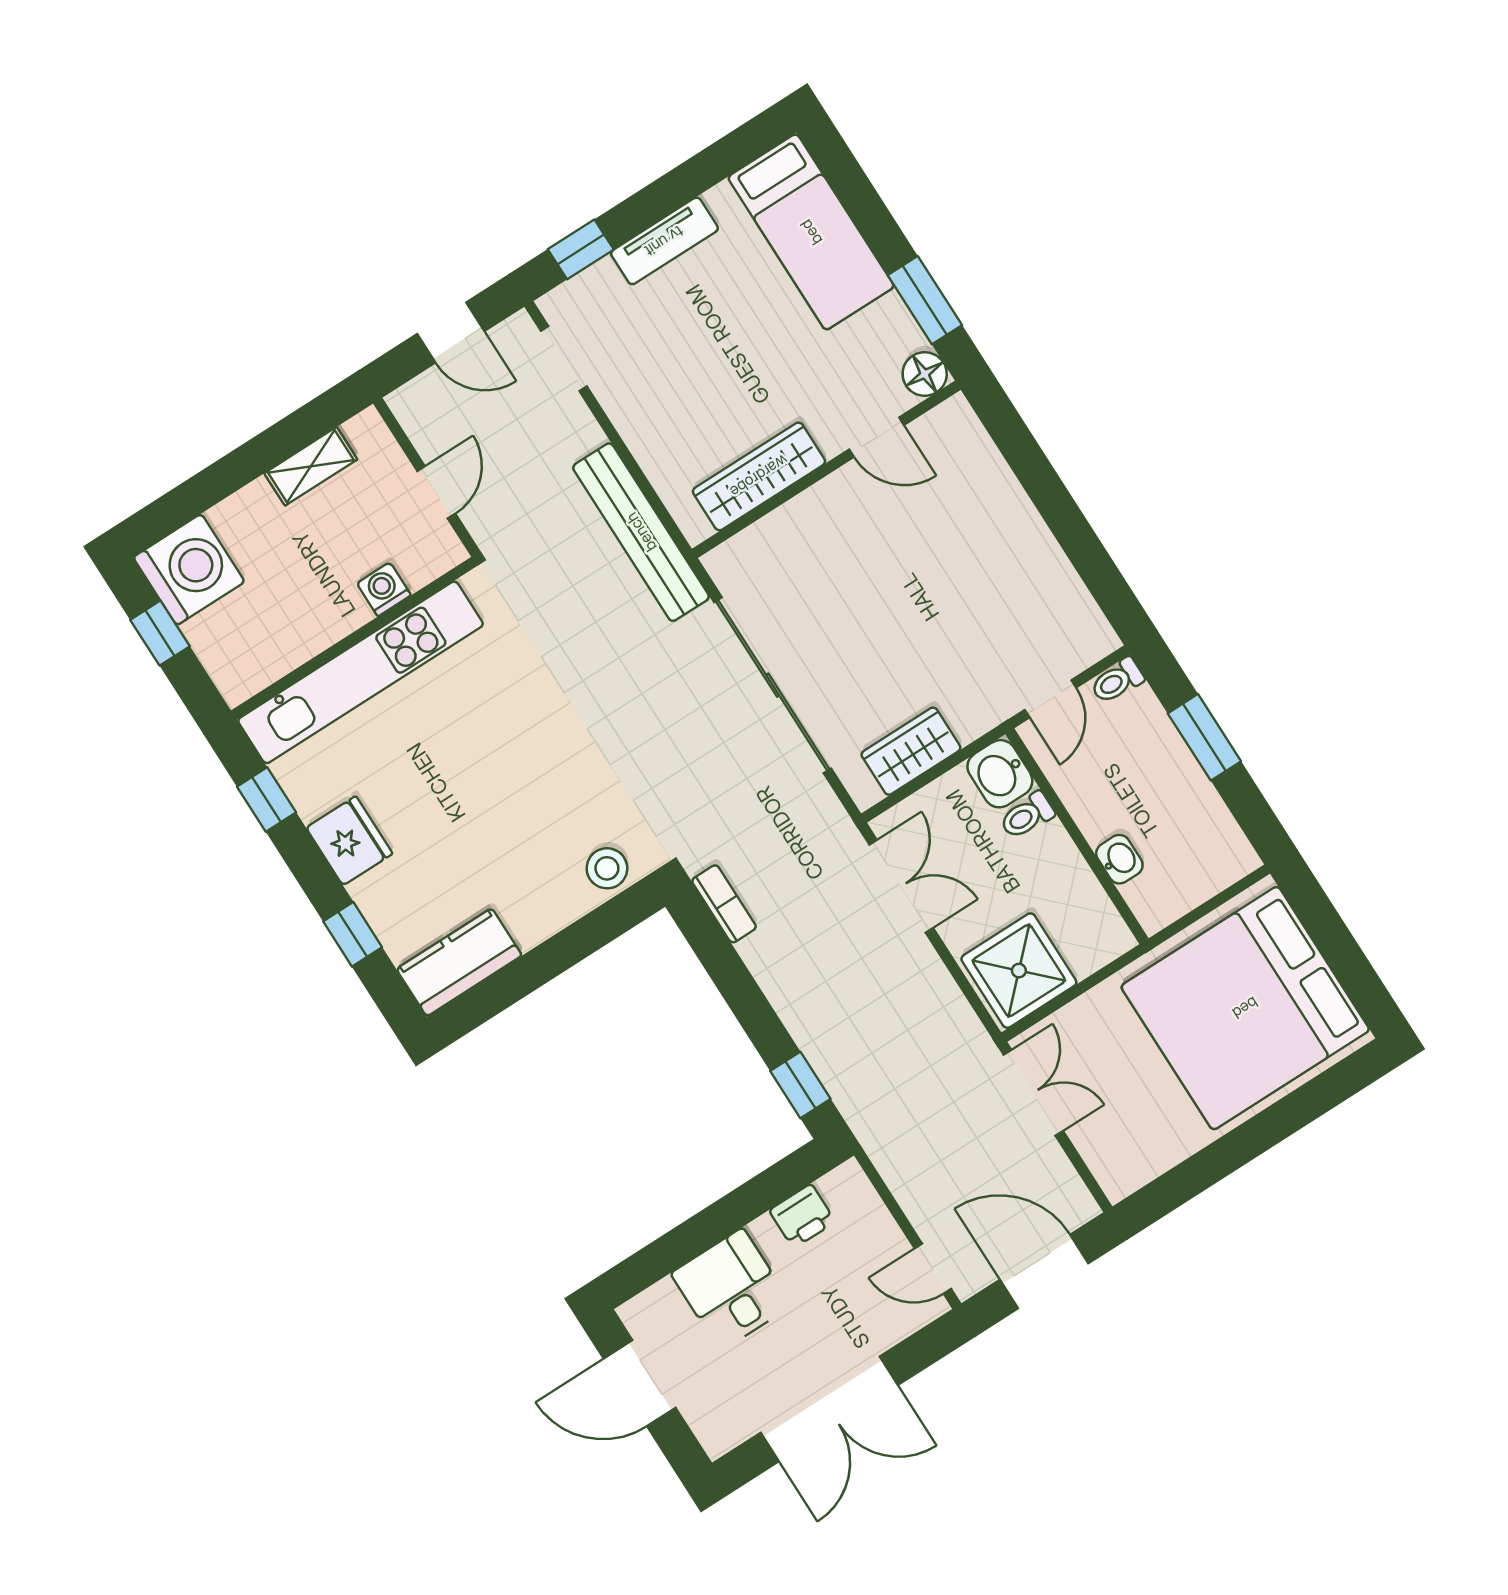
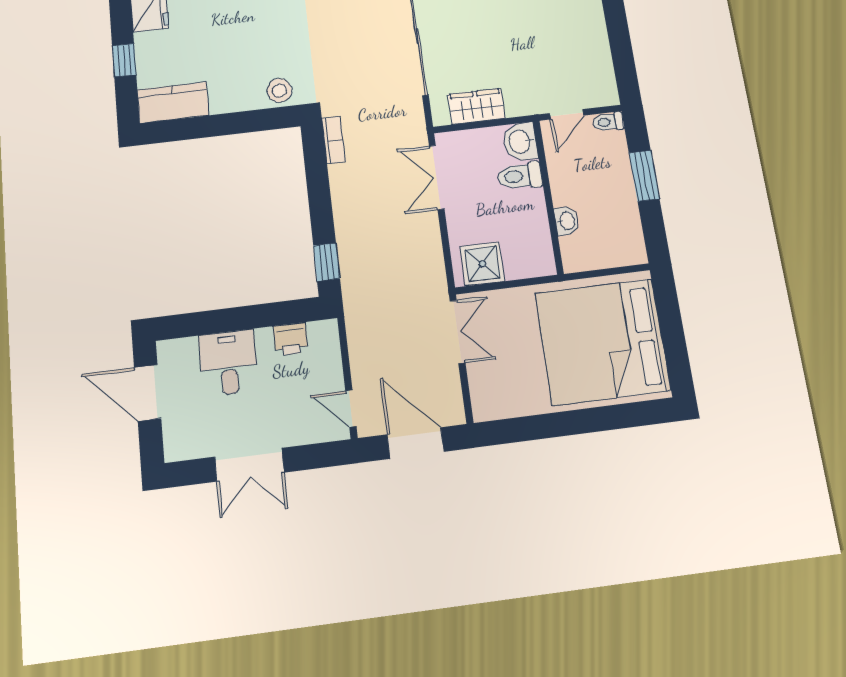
toilet: (1027, 816) -> (520, 176), width x1.37, depth x1.39
double door: (901, 886) -> (437, 177), swing flipped
shower: (1019, 971) -> (482, 264), width x0.73, depth x0.73
double door: (829, 1409) -> (249, 465), width x0.73

